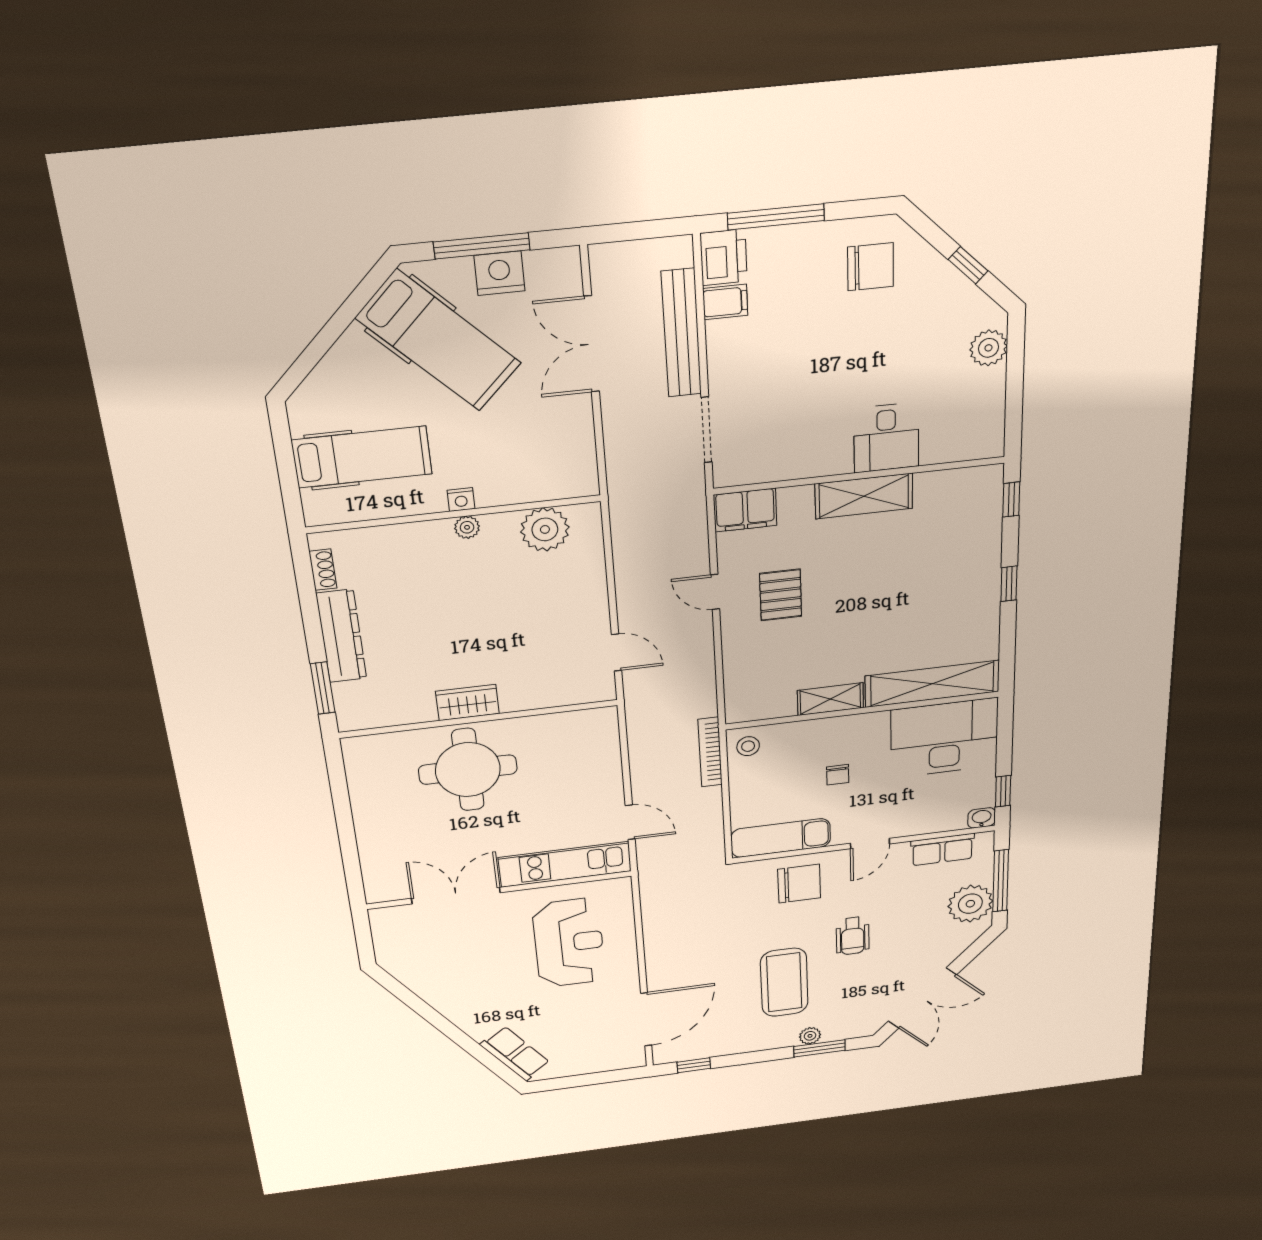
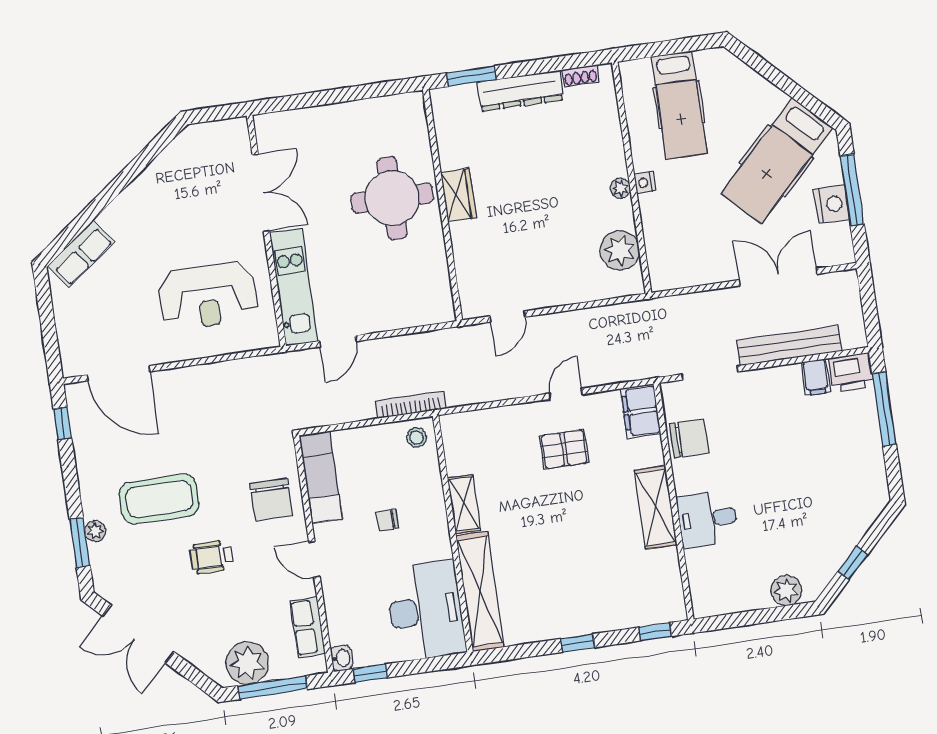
chair: (871, 267) -> (689, 438), moved, turned -90

